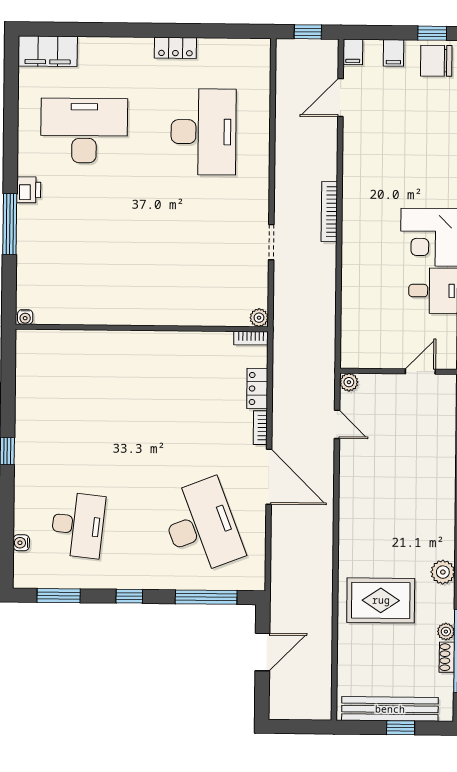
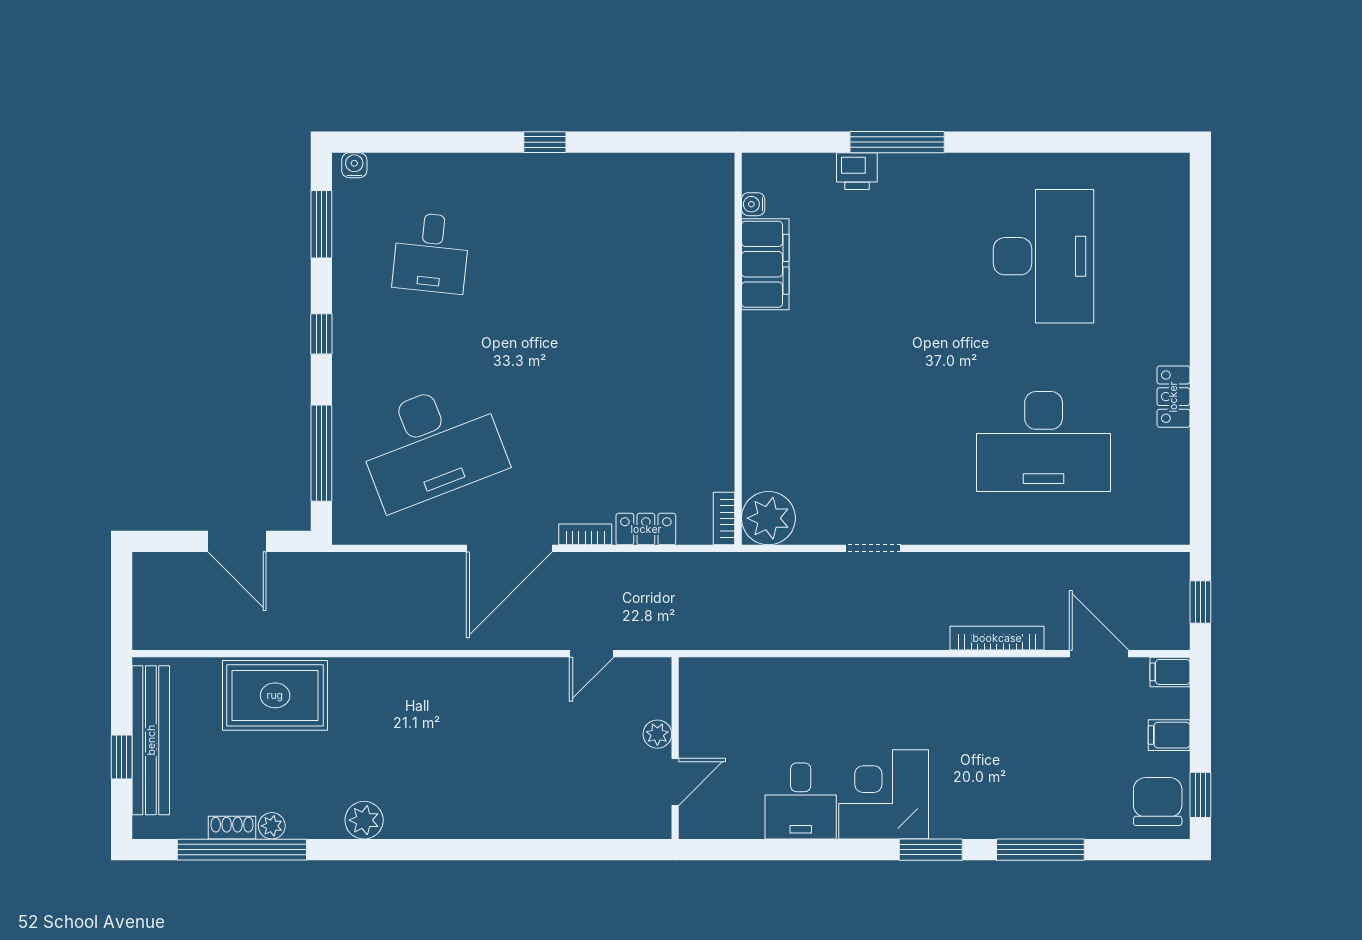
filing cabinet: (48, 51) -> (765, 264), moved, turned 180
printer: (29, 190) -> (857, 171), moved
bookcase: (329, 212) -> (997, 638), moved
water cooler: (25, 317) -> (753, 204), moved
plant: (259, 318) -> (768, 518), width x1.87, depth x1.87
door: (420, 371) -> (675, 782), hinge flipped
plant: (349, 382) -> (657, 734), moved
desk: (78, 525) -> (431, 253), width x0.73
water cooler: (21, 543) -> (354, 165), moved
rug: (381, 600) -> (275, 695), moved, turned 90

